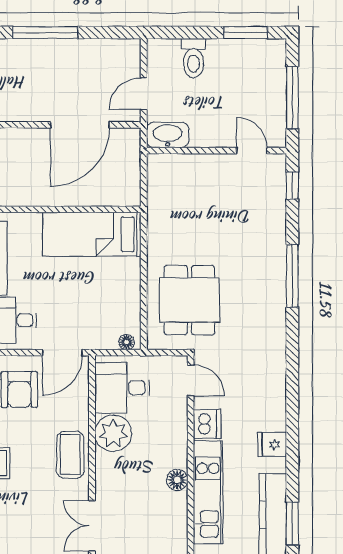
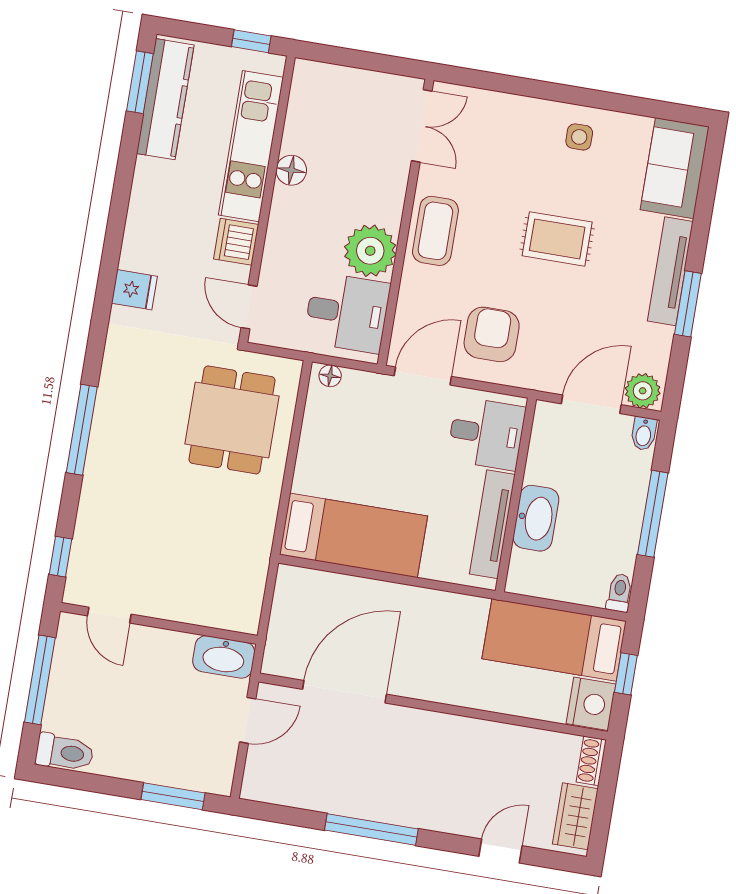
window: (245, 33) -> (173, 796), moved
toilet: (193, 58) -> (65, 752), moved, turned 90
fridge: (272, 444) -> (134, 290), moved

